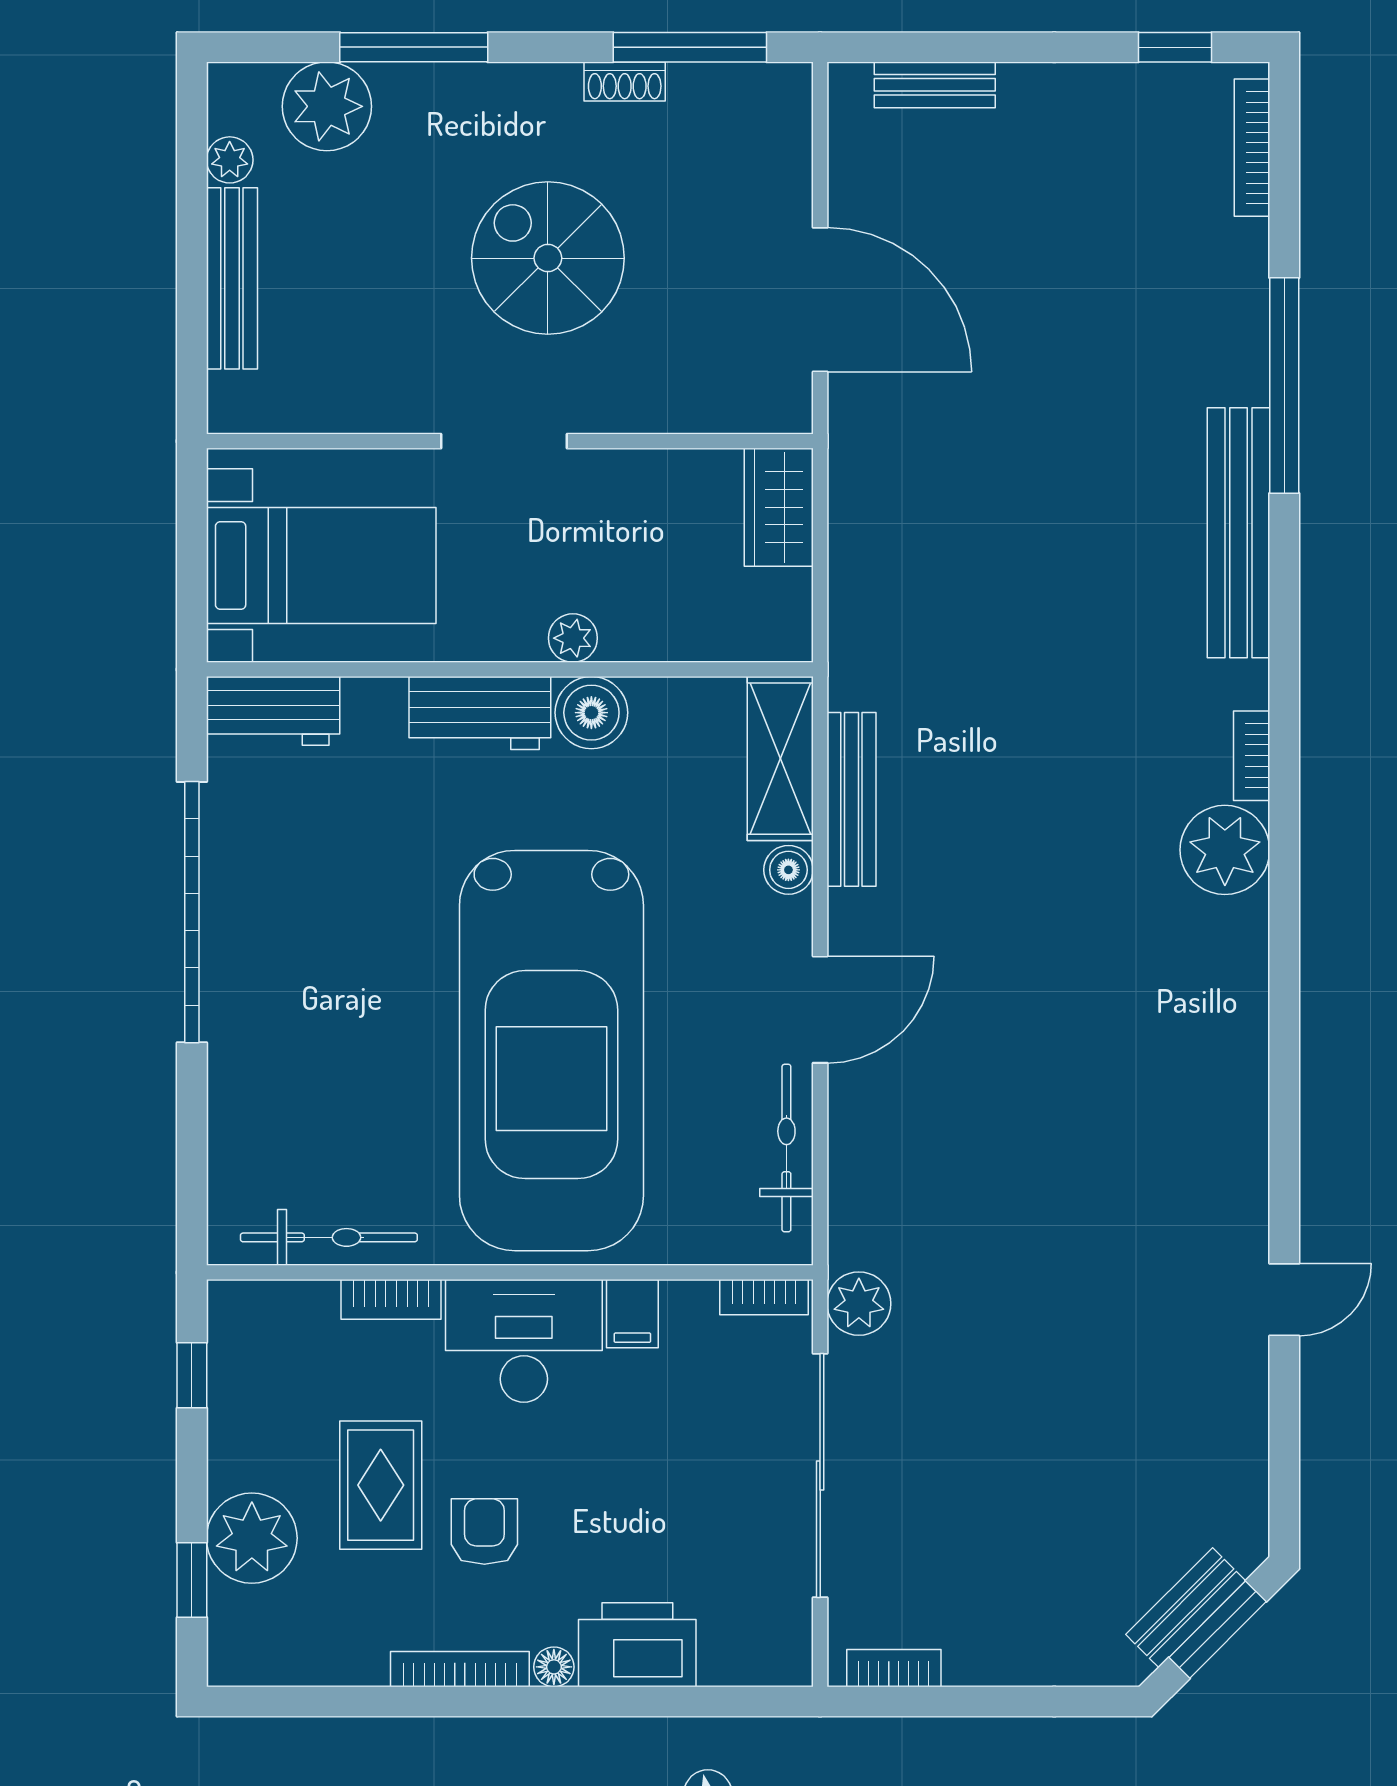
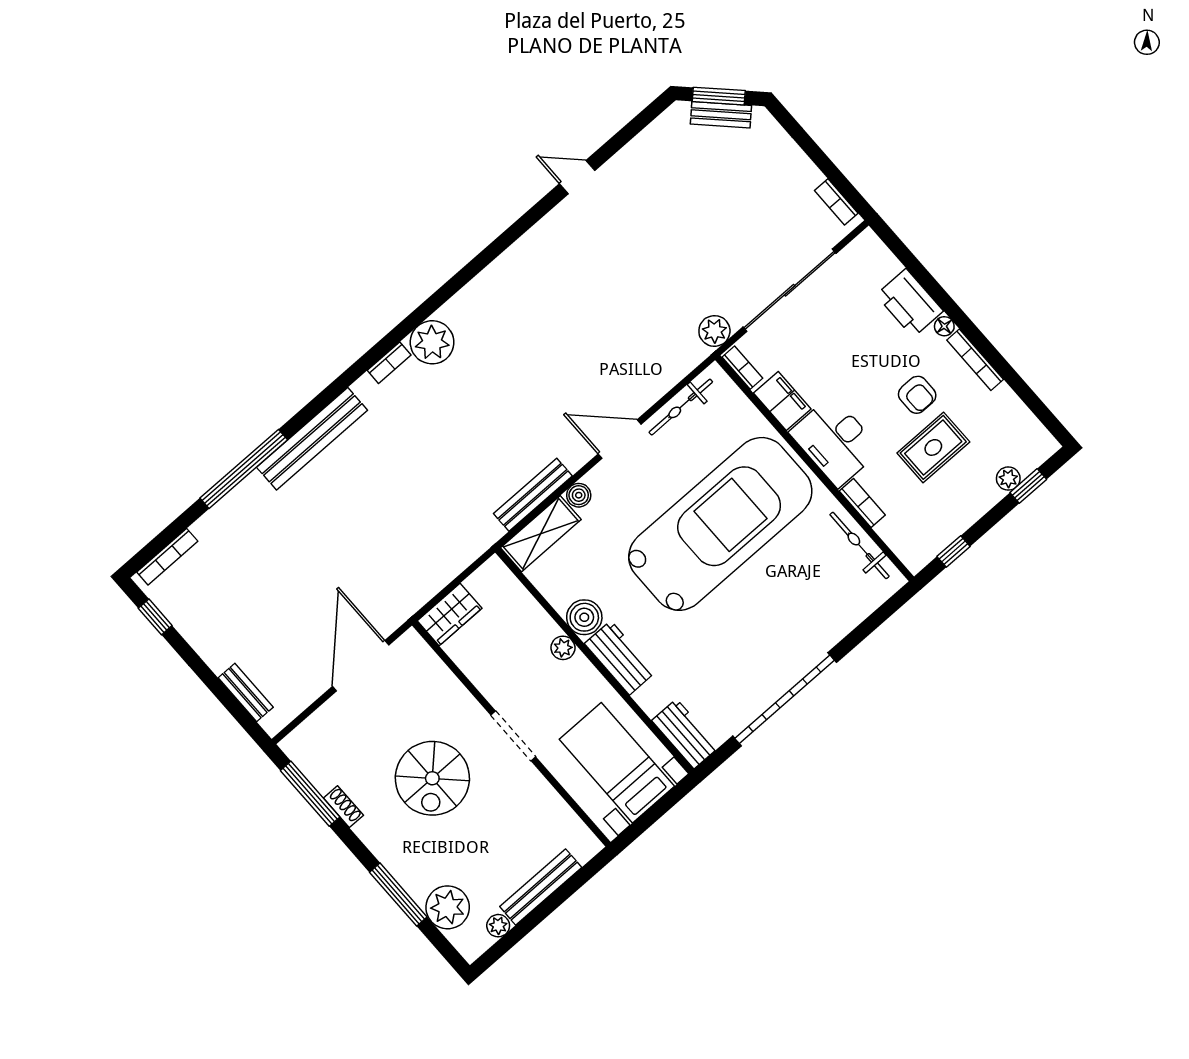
filing cabinet: (632, 1314) -> (782, 401), width x2.00
armchair: (484, 1532) -> (917, 395), turned -90
plant: (252, 1538) -> (1008, 479), width x0.53, depth x0.53

